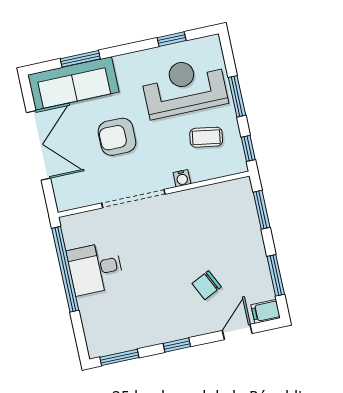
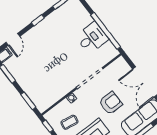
chair: (207, 285) -> (37, 54), removed

